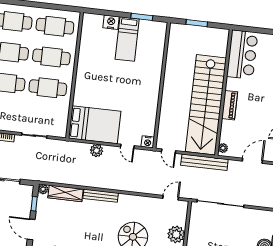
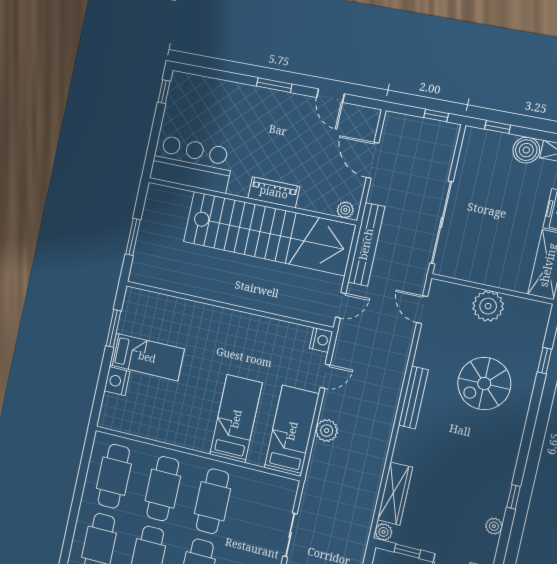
bed: (97, 97) -> (236, 419), added
bed: (95, 125) -> (292, 431), width x0.67
bench: (101, 196) -> (413, 397), moved

